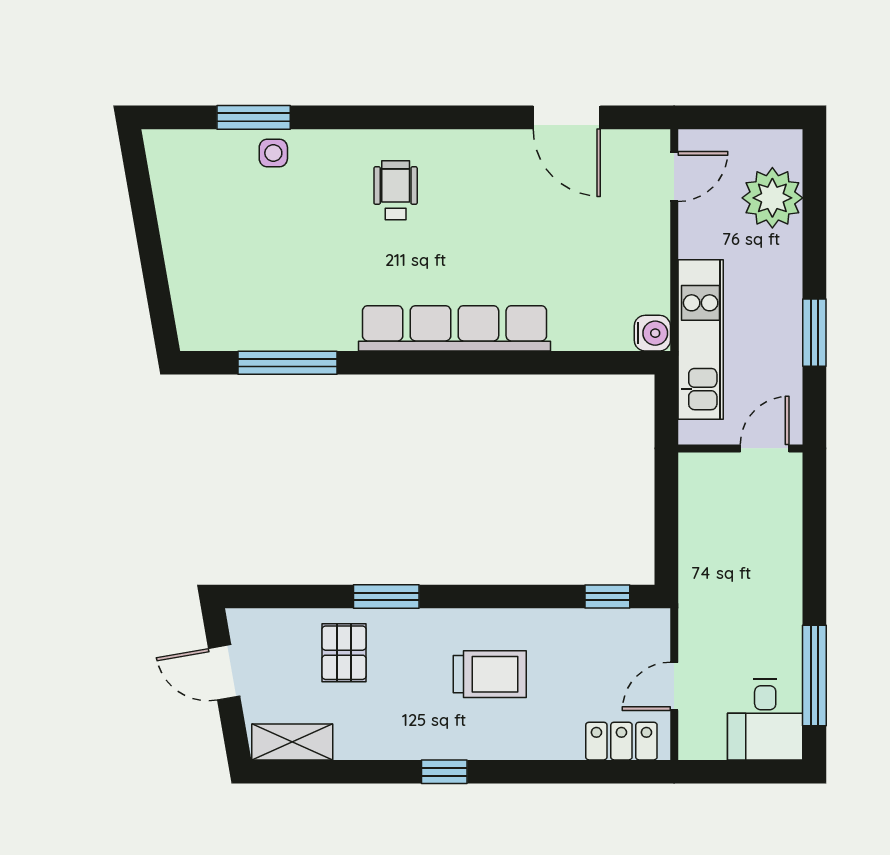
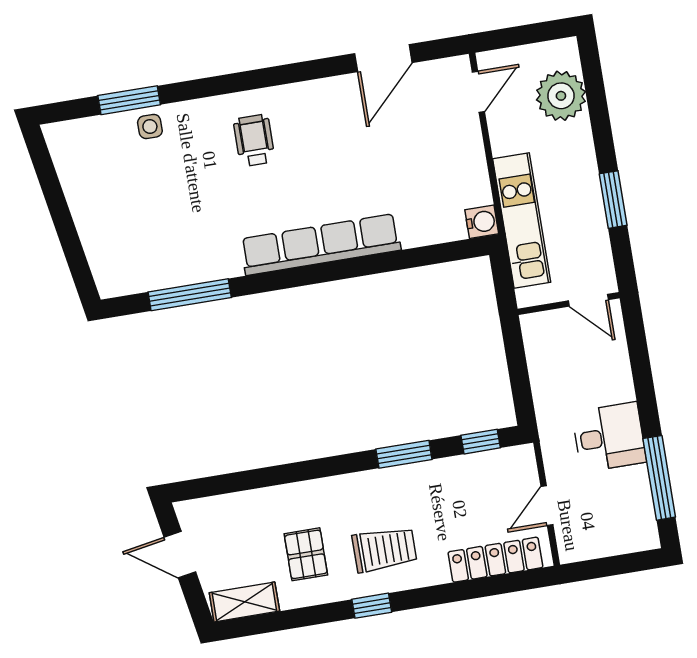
door: (567, 117) -> (383, 58), hinge flipped
door: (765, 448) -> (588, 300), swing flipped
window: (386, 596) -> (404, 454), moved
pallet: (344, 653) -> (306, 554), moved
trolley: (490, 674) -> (384, 549), moved
desk: (765, 720) -> (609, 437), moved, turned -90
locker: (621, 741) -> (495, 560), width x1.53

